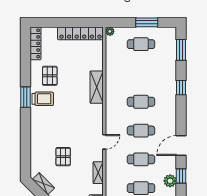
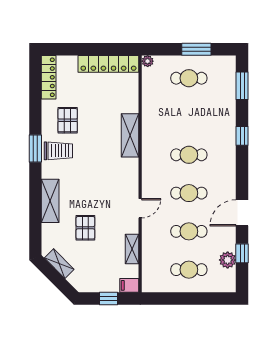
shelving: (37, 136) -> (50, 201), added

